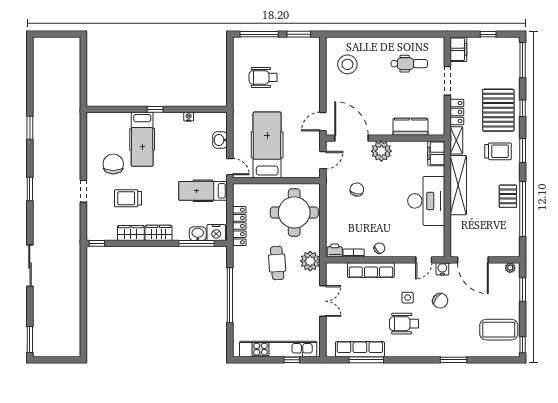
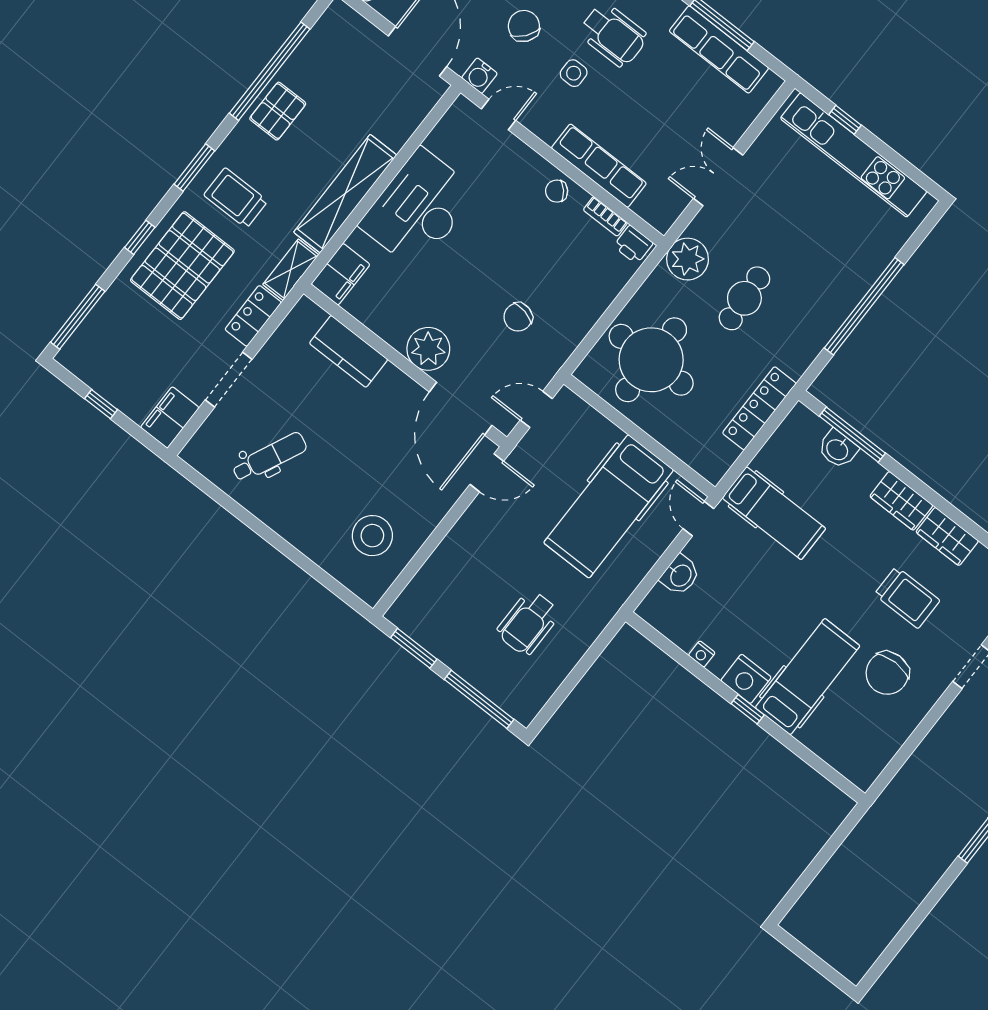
dental chair: (409, 64) -> (270, 457), turned 115
wheelchair: (263, 77) -> (528, 623), turned 90
nightstand: (216, 233) -> (746, 679), moved, turned 180

